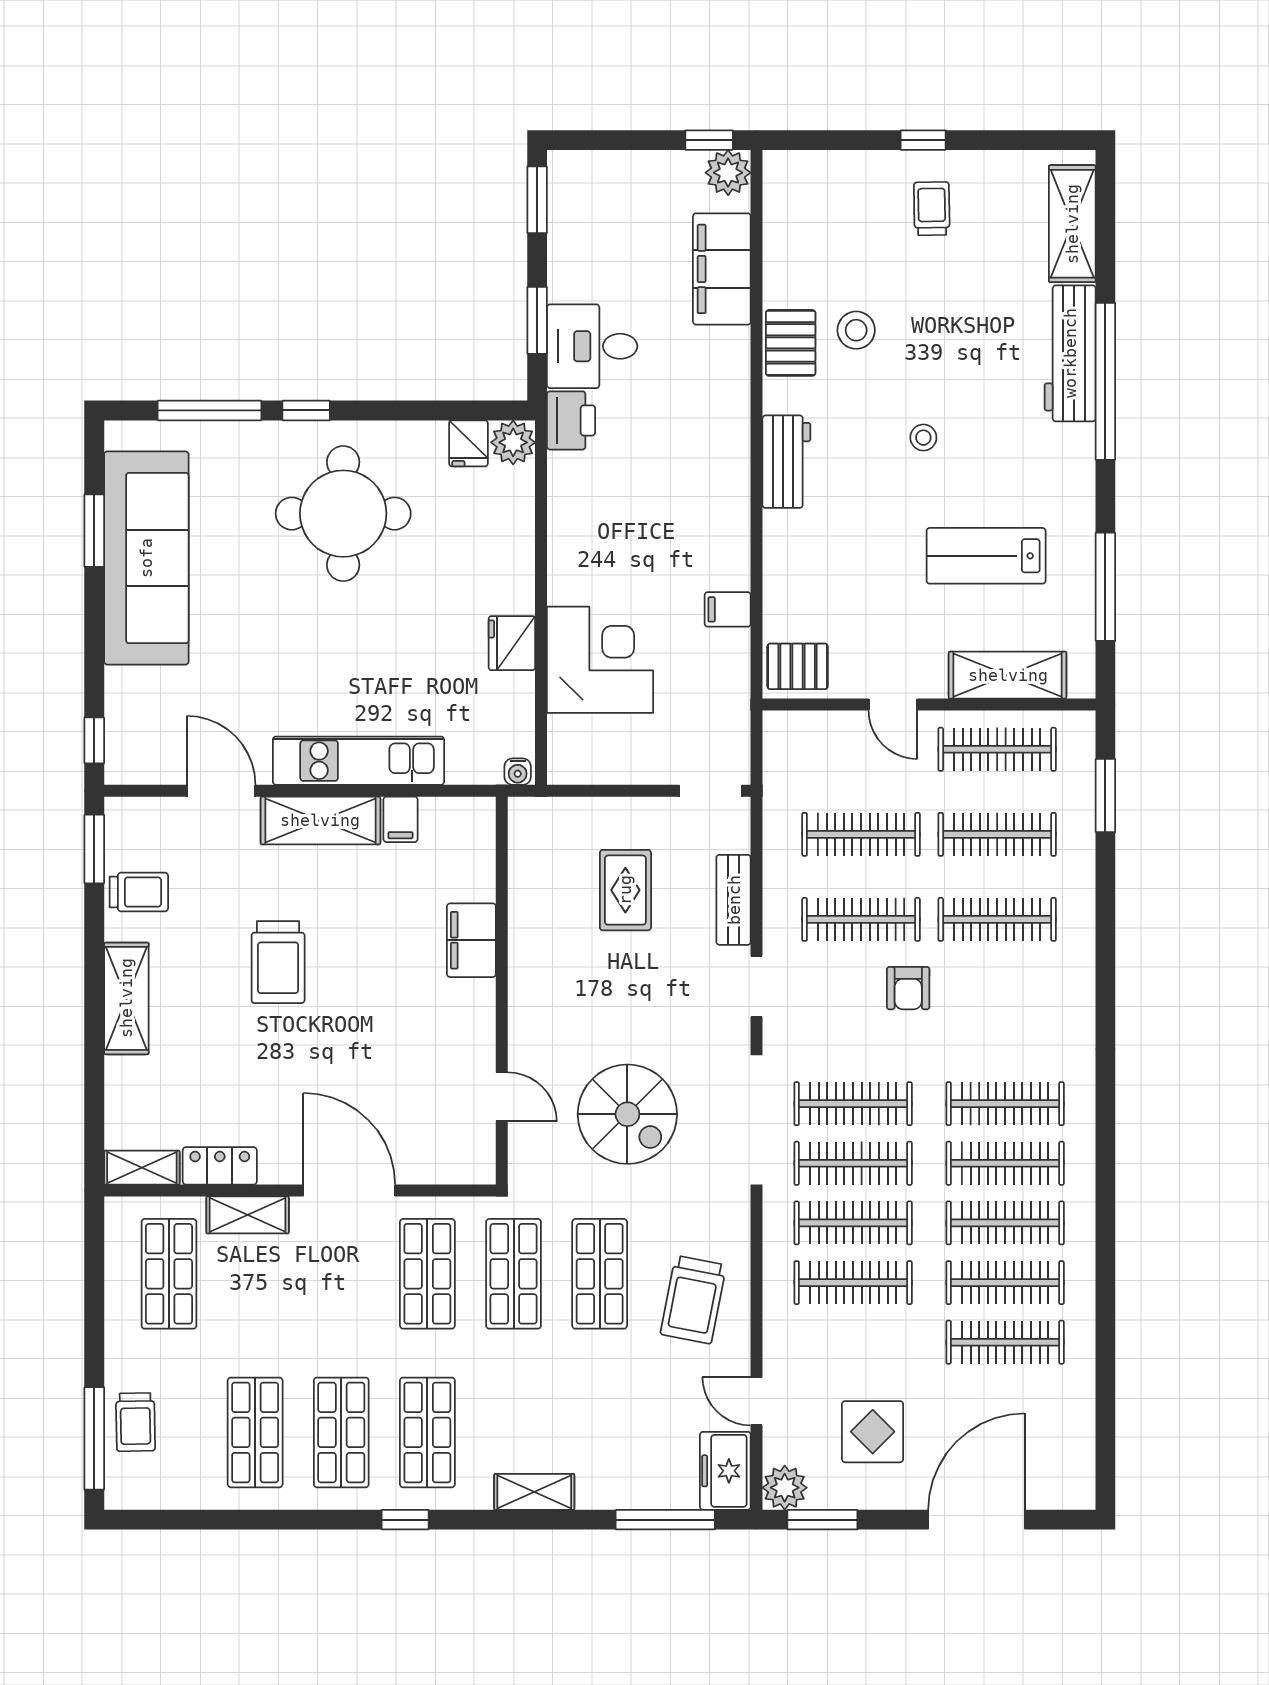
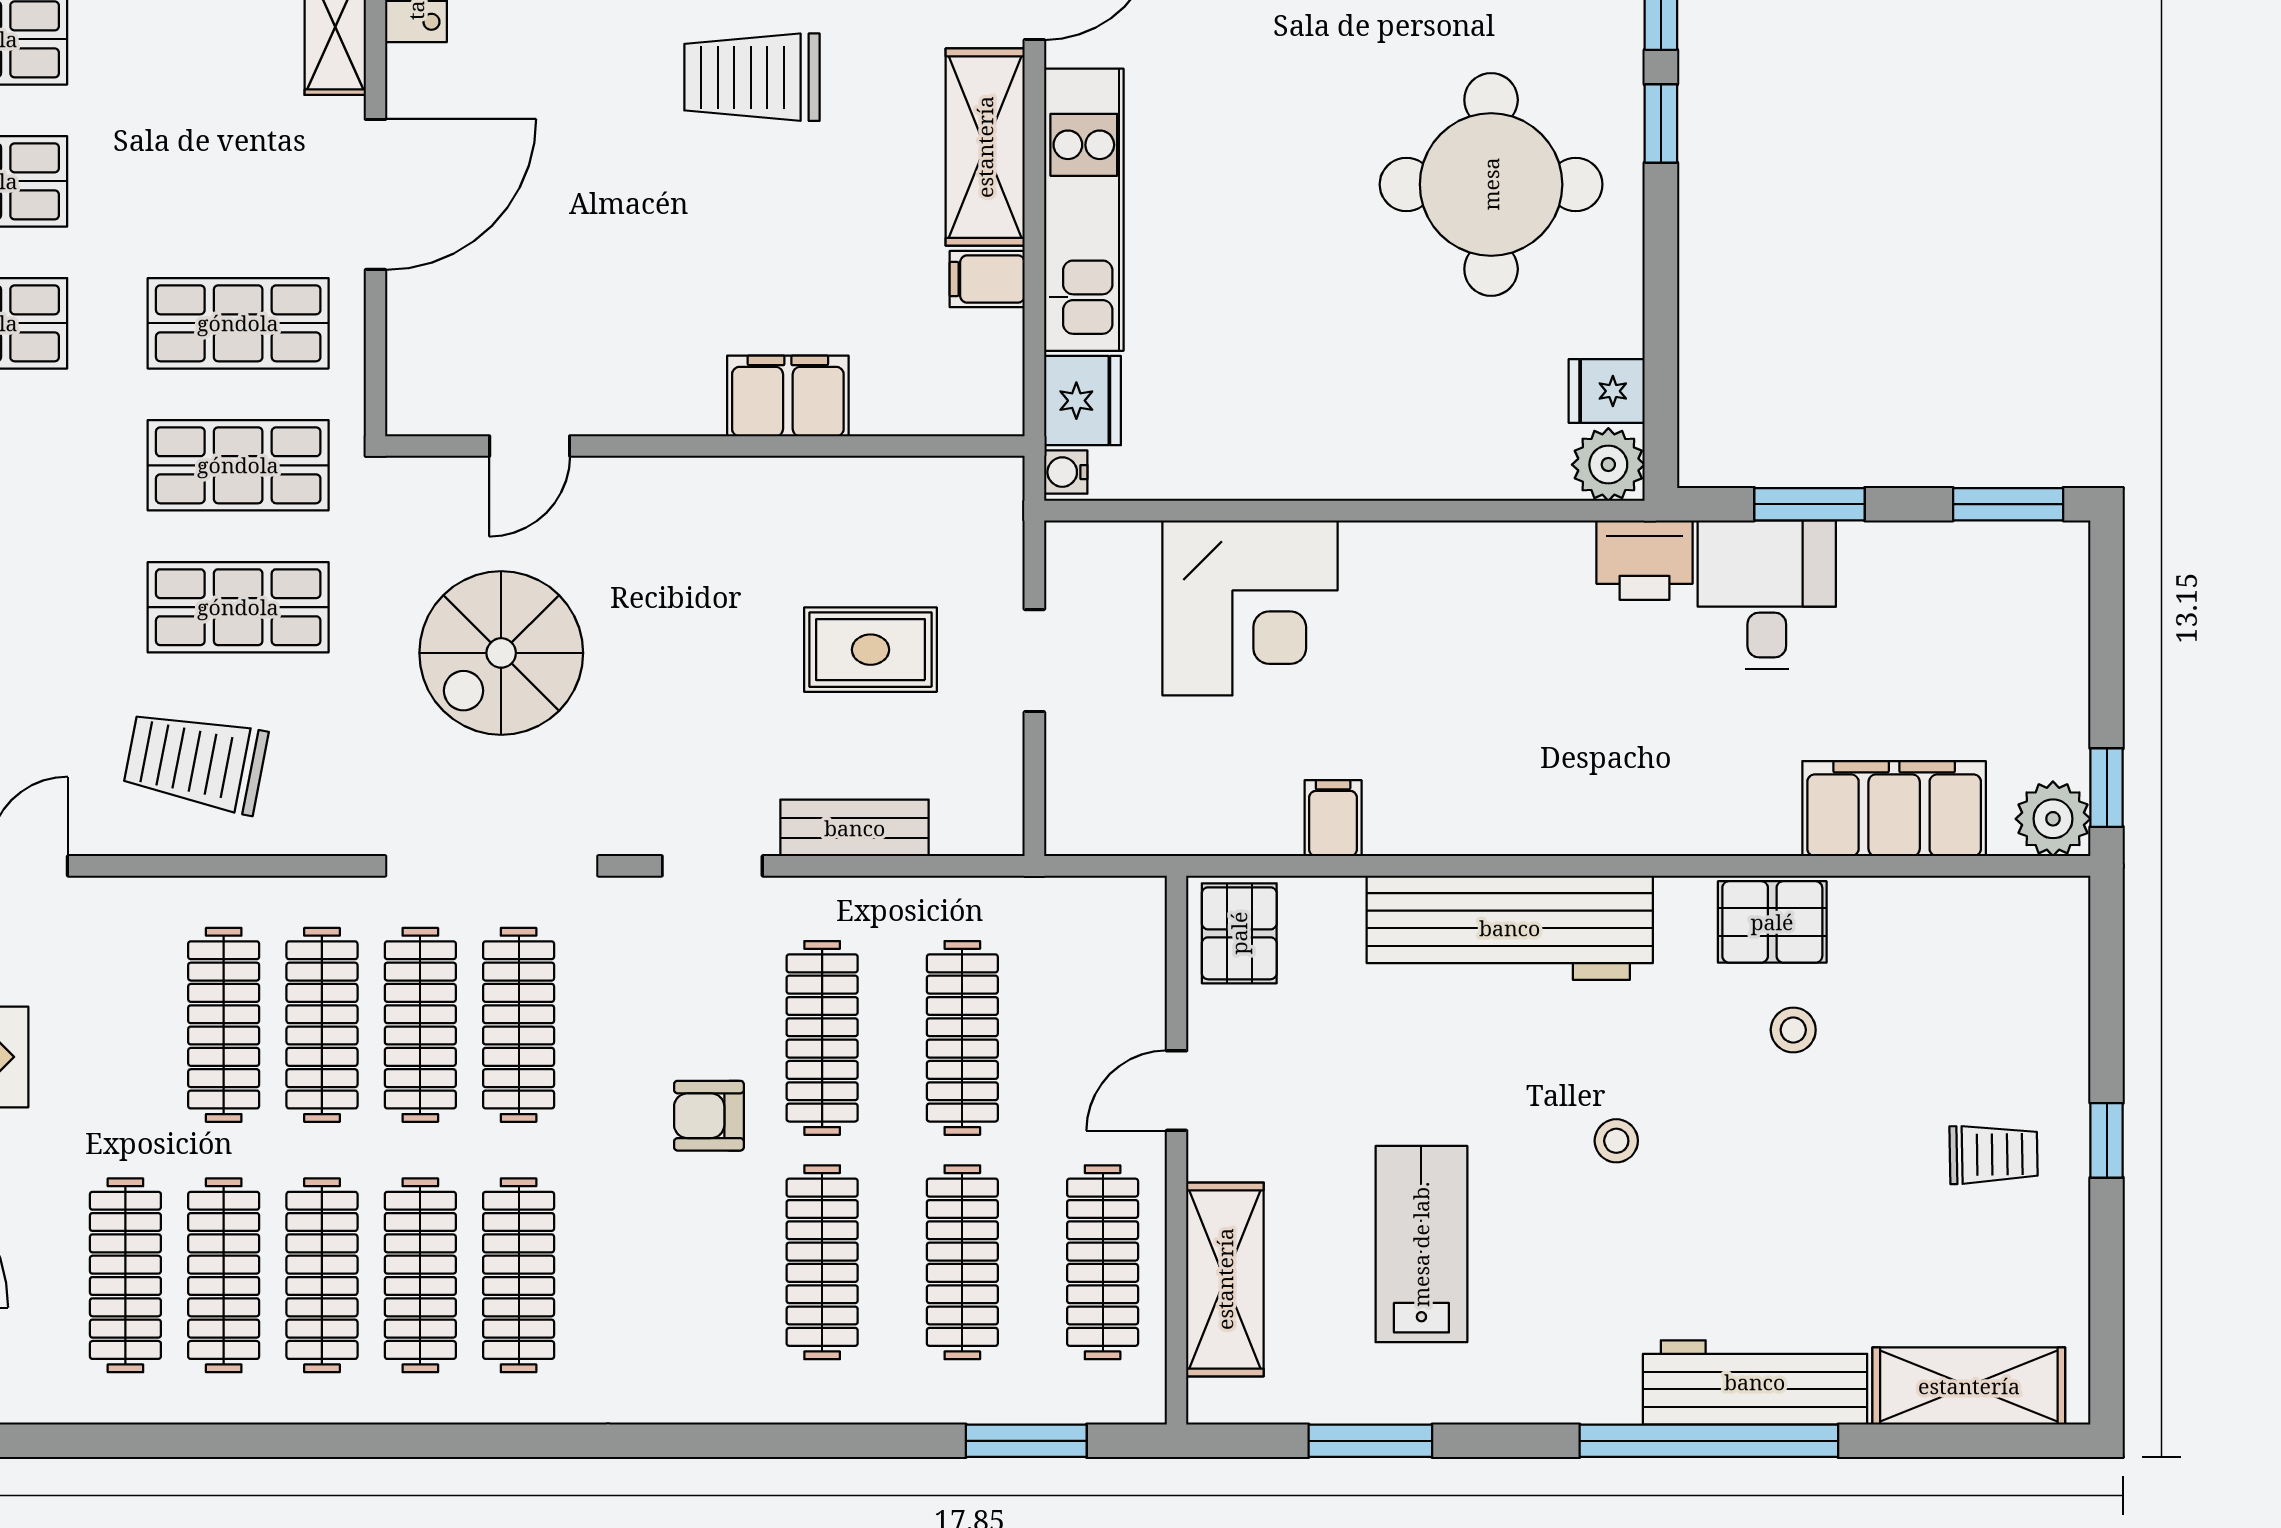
stool: (856, 330) -> (1793, 1030), width x0.73, depth x0.73
workbench: (786, 462) -> (1510, 928), width x1.88, depth x1.32
window: (1105, 587) -> (1370, 1441), width x0.69
fridge: (512, 643) -> (1082, 401), moved, turned 90
doorway: (711, 791) -> (1034, 661), moved

